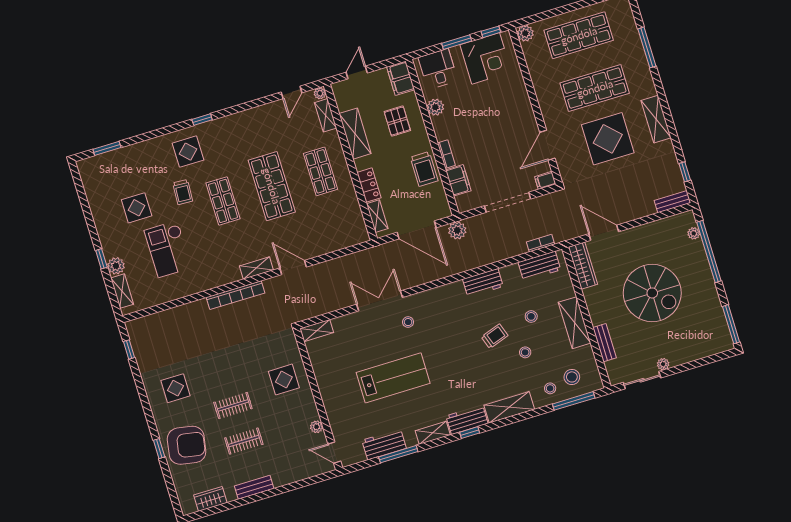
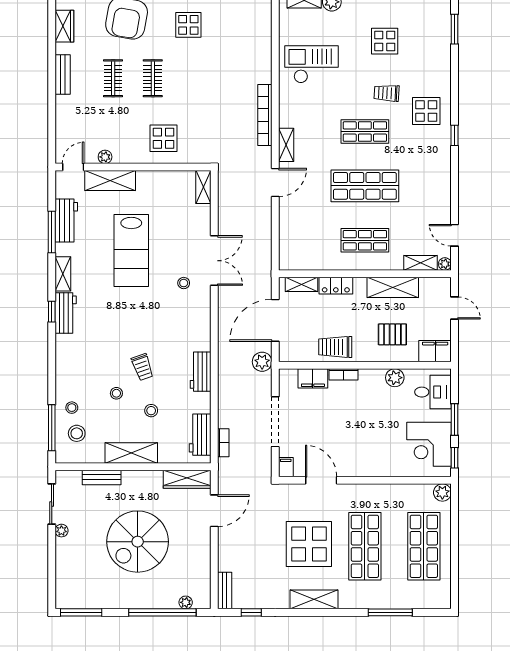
checkout: (168, 249) -> (311, 64), moved
shelving: (509, 407) -> (110, 181), moved, turned 90

